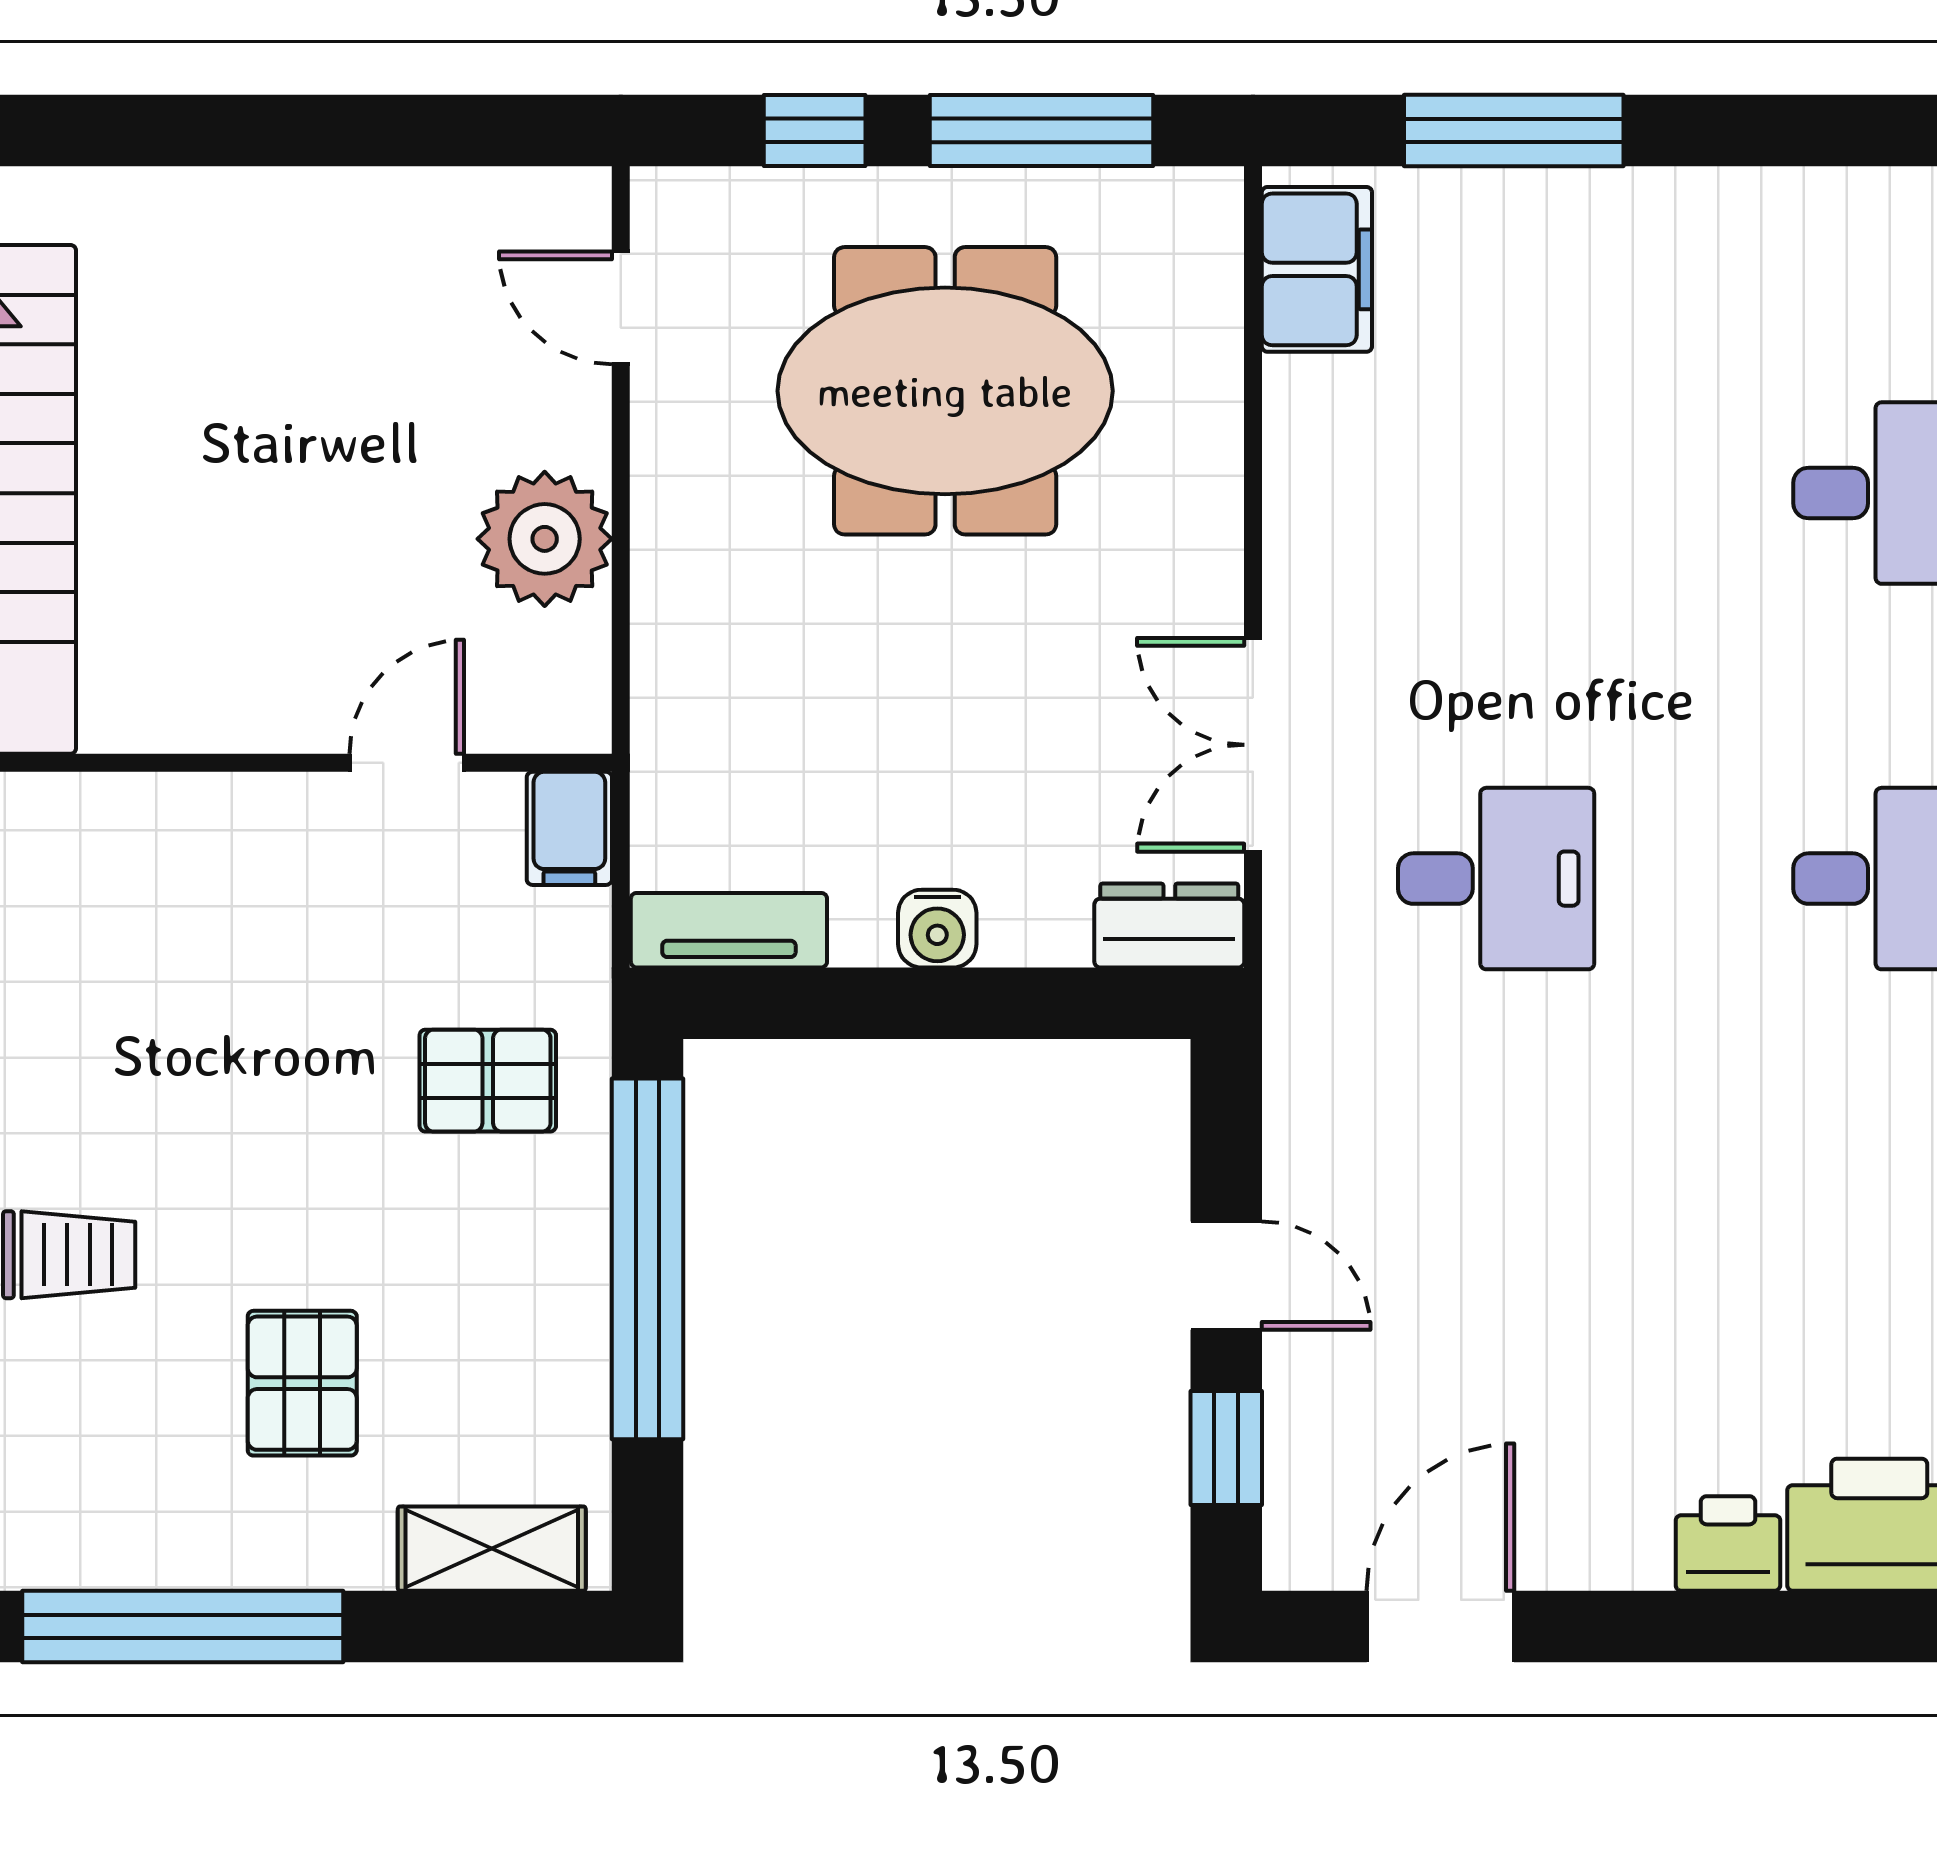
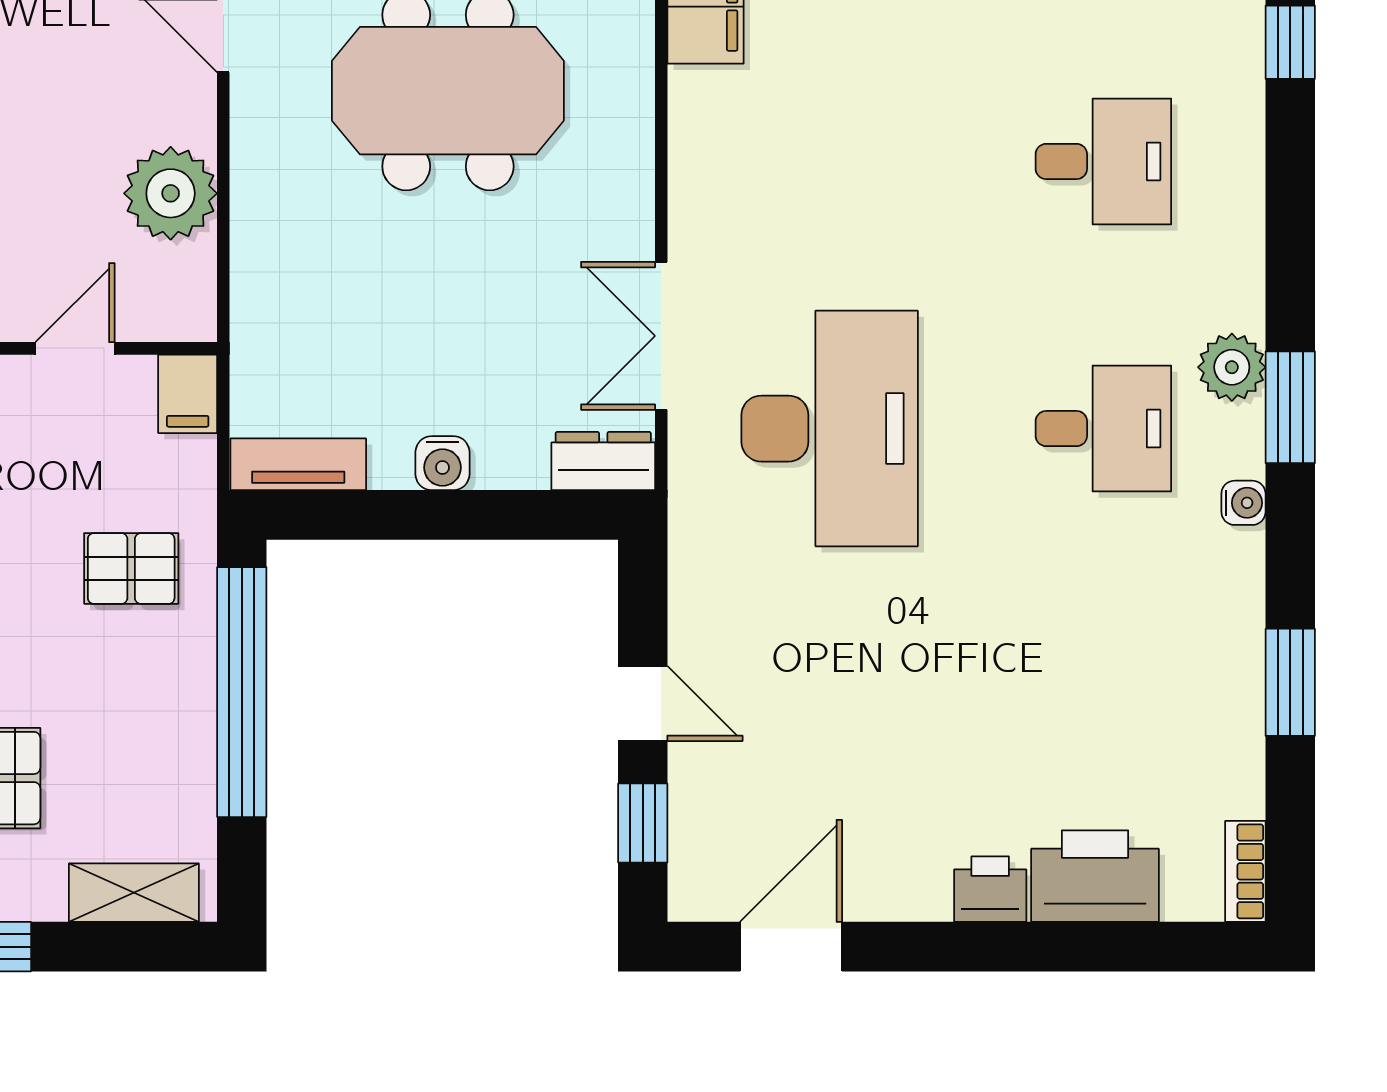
desk: (1496, 879) -> (830, 429), width x1.87, depth x1.30

